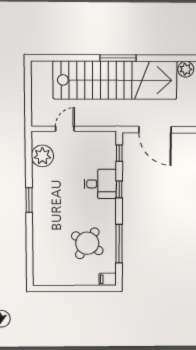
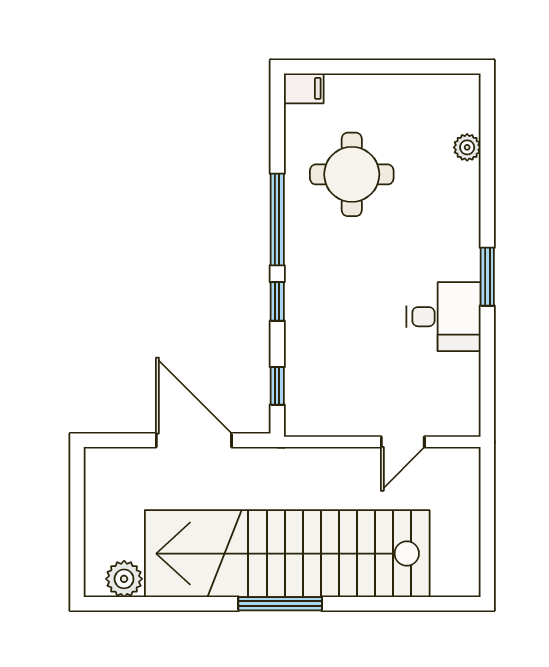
plant: (42, 156) -> (467, 147), moved, width x0.53, depth x0.53
desk: (100, 184) -> (444, 317), moved, turned 180
round table: (87, 243) -> (352, 174), turned -33
window: (119, 244) -> (277, 219), moved

